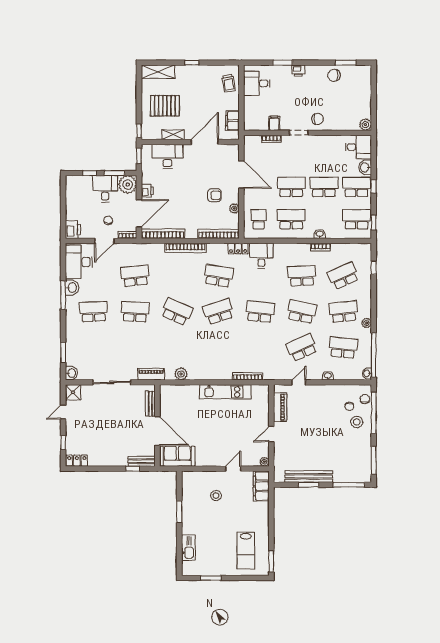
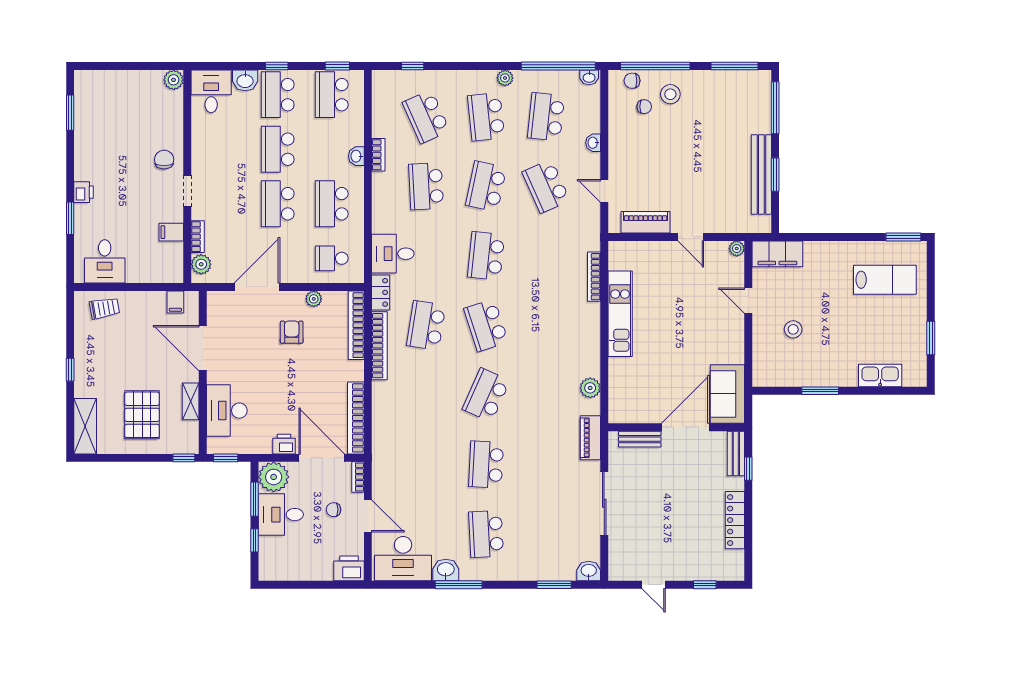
chair: (334, 75) -> (91, 132), removed
filing cabinet: (232, 121) -> (175, 302), width x0.50
plant: (255, 141) -> (201, 264), added
bookcase: (186, 248) -> (379, 346), moved
school desk: (135, 276) -> (426, 464), removed
shower: (73, 392) -> (621, 568), removed
locker: (77, 461) -> (735, 520), moved, width x1.53

